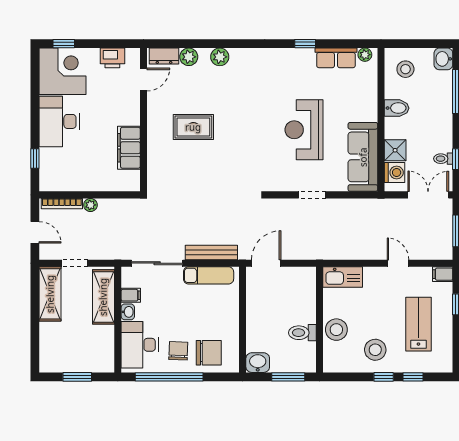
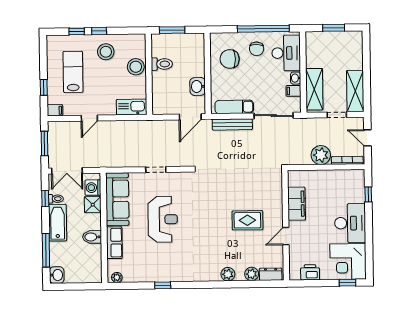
row of seats: (336, 58) -> (114, 243), moved, turned 90
stool: (405, 69) -> (86, 267), removed
door: (143, 79) -> (286, 236), moved
bathtub: (441, 127) -> (58, 223), added
plant: (90, 205) -> (321, 155), width x1.88, depth x1.88
door: (398, 263) -> (89, 118), hinge flipped
lab bench: (418, 324) -> (73, 72), turned 180
chair: (209, 353) -> (230, 59), moved
washbasin: (258, 363) -> (198, 86), moved, turned 90

